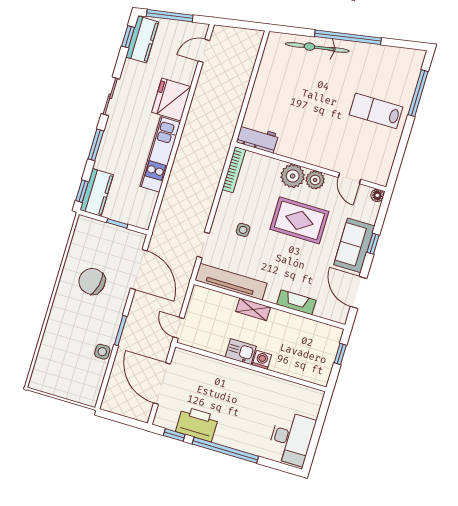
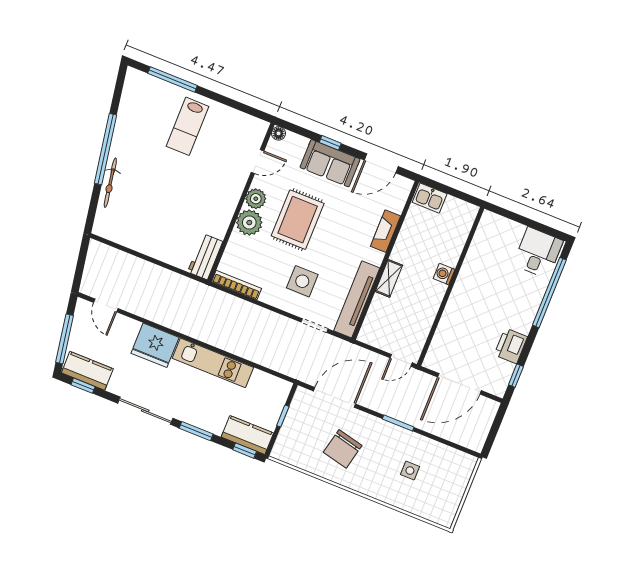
bicycle: (317, 47) -> (110, 183), width x0.73, depth x0.71
sliding door: (110, 96) -> (145, 411), width x1.37
side table: (243, 230) -> (302, 281), width x1.87, depth x1.87
side table: (102, 352) -> (410, 471), moved
kitchen sink: (241, 352) -> (430, 198), moved, turned -90
window: (340, 354) -> (446, 189), removed
printer: (197, 424) -> (511, 346), width x0.73, depth x0.84
desk: (291, 438) -> (538, 253), width x0.73
window: (225, 450) -> (549, 293), moved

